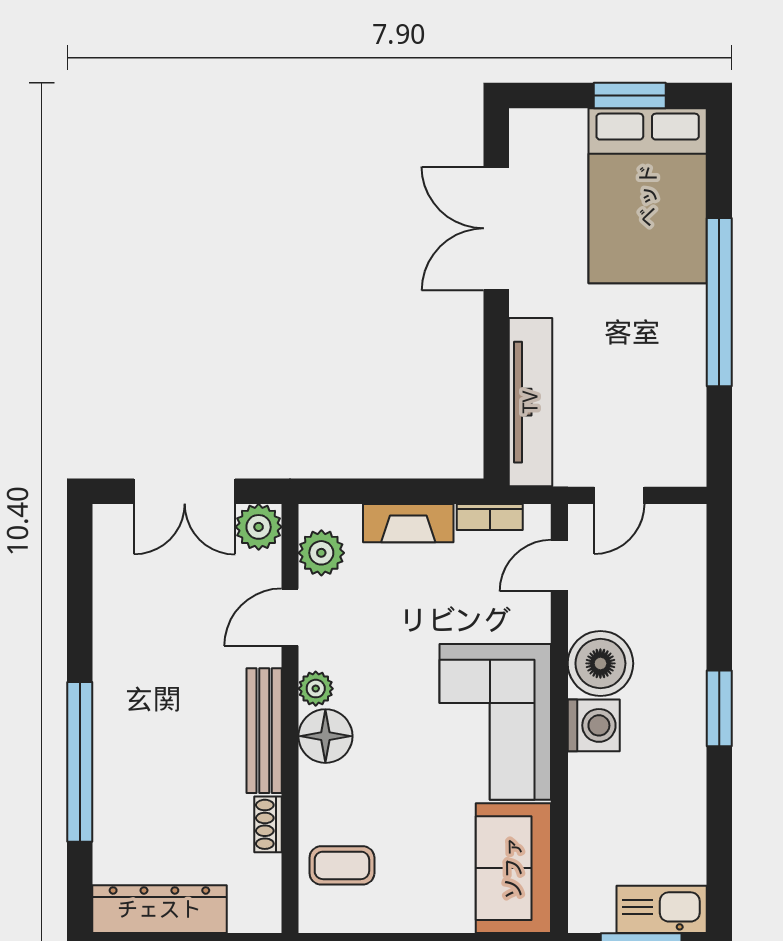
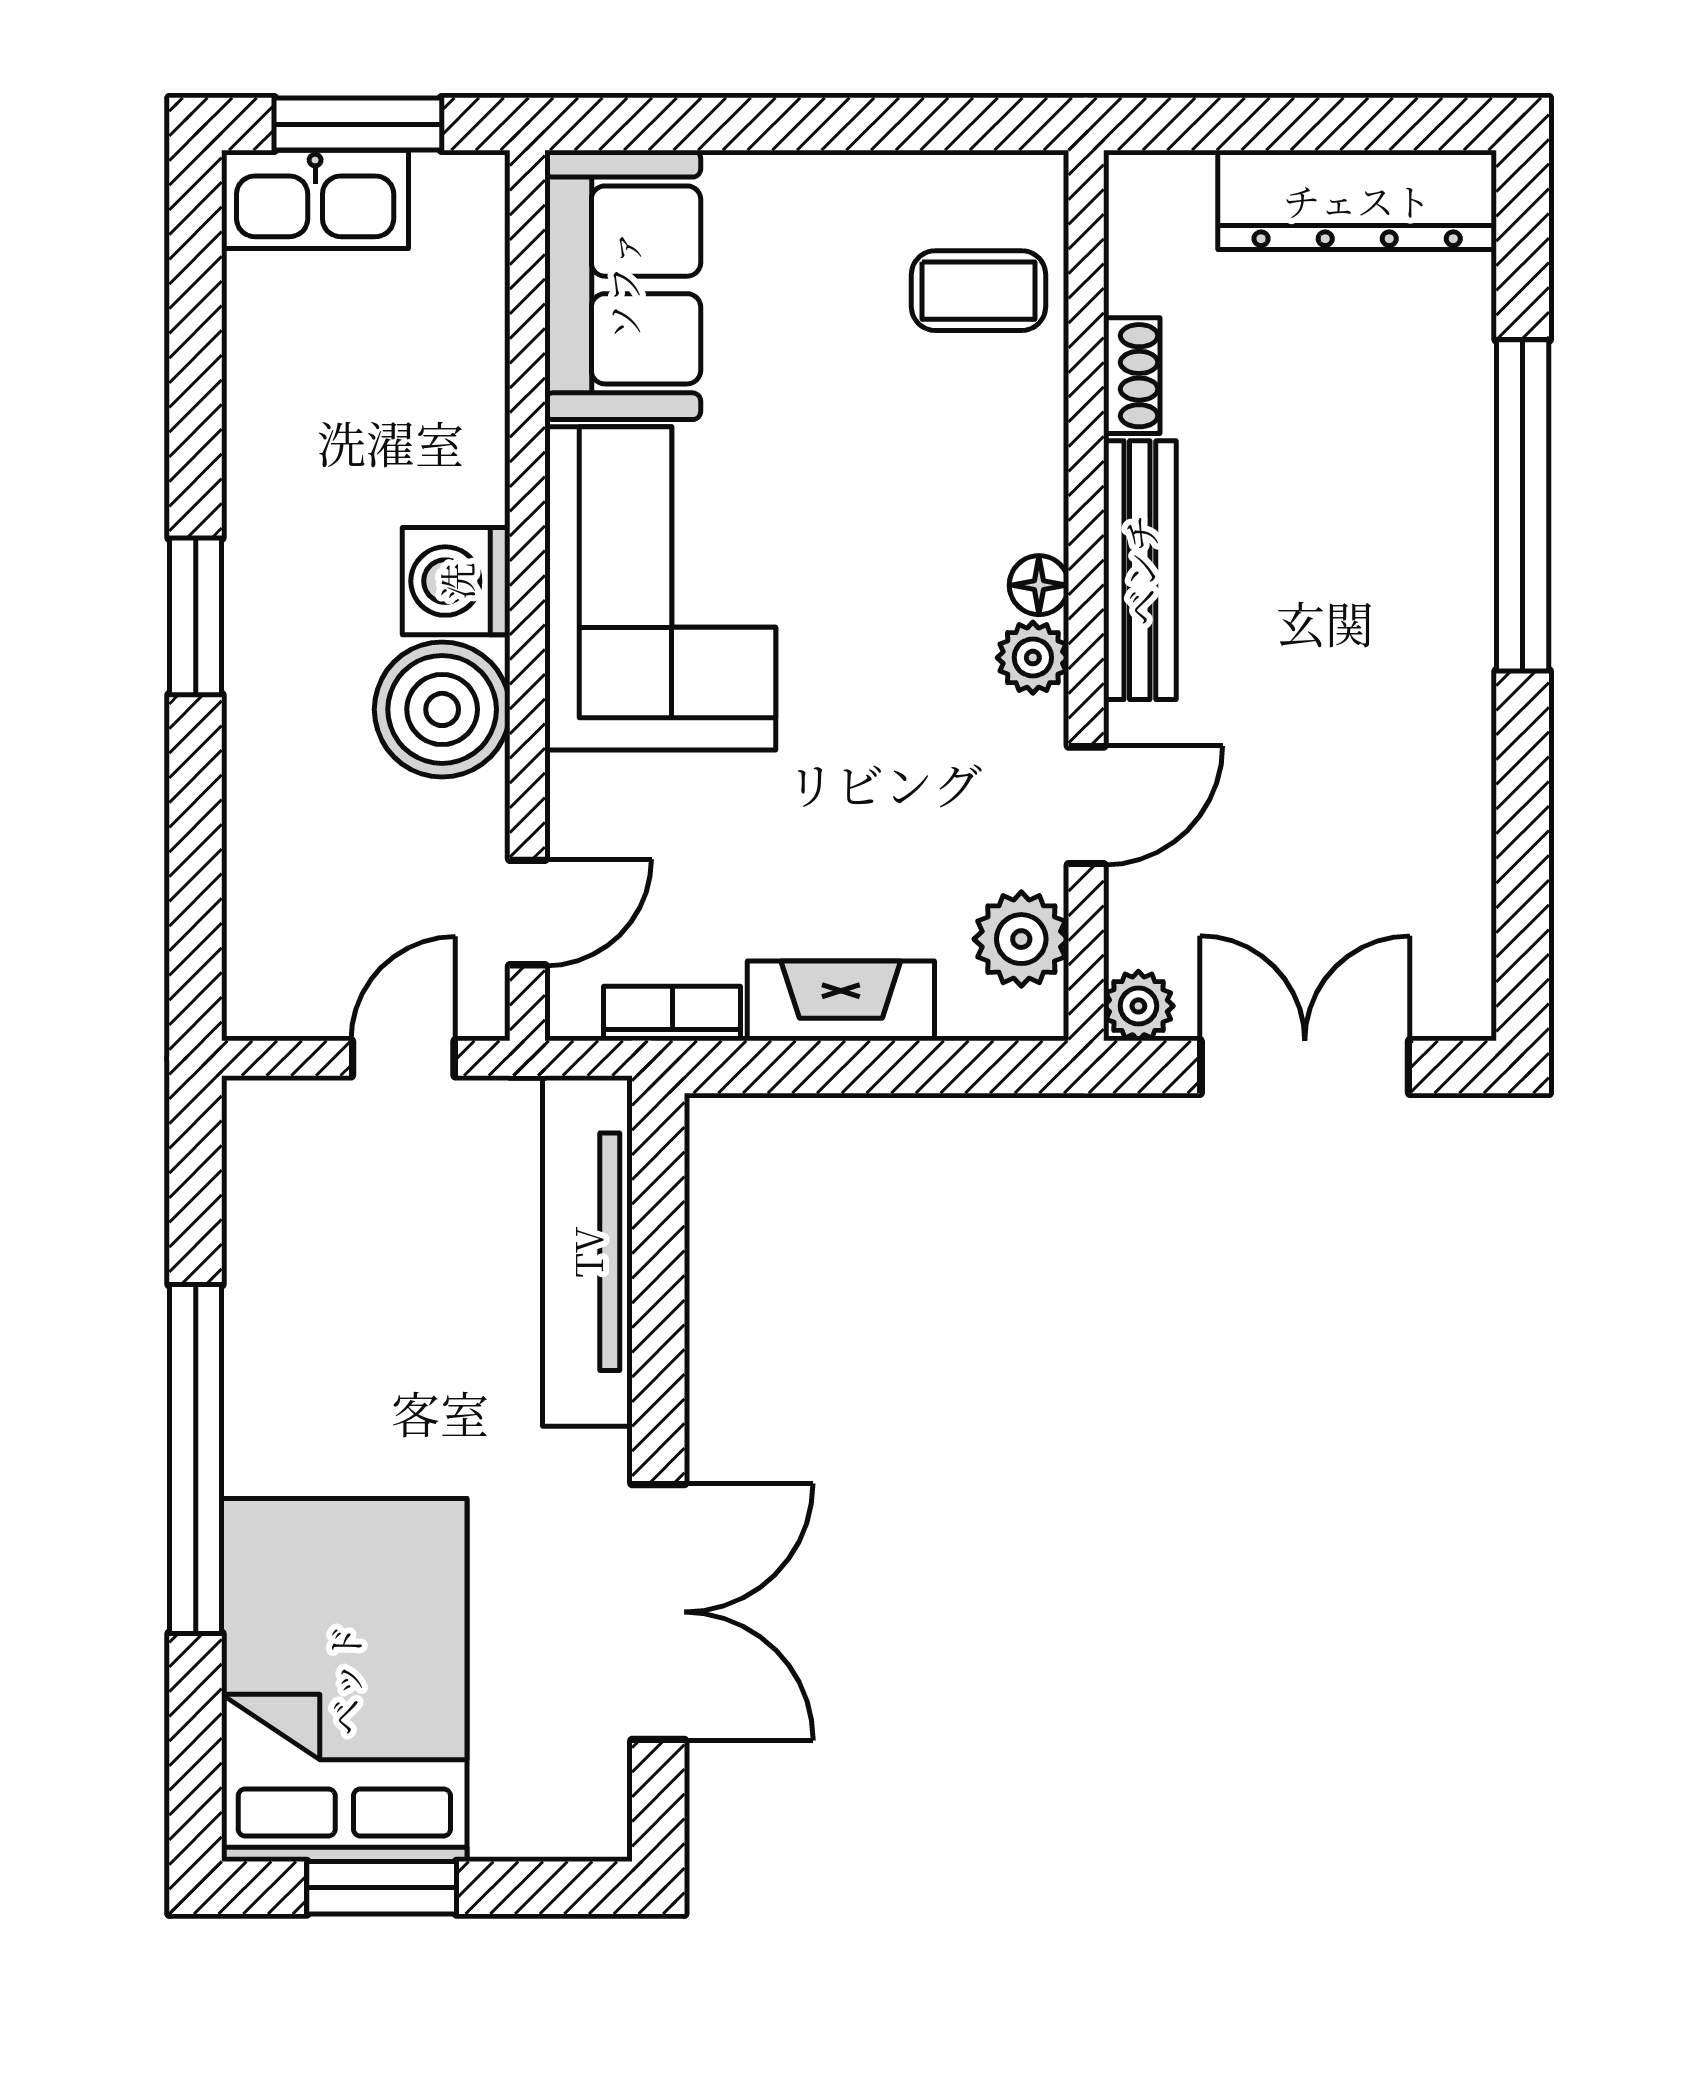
plant: (259, 527) -> (1138, 1006), width x0.73, depth x0.73
floor lamp: (325, 736) -> (1039, 585), width x0.53, depth x0.53

